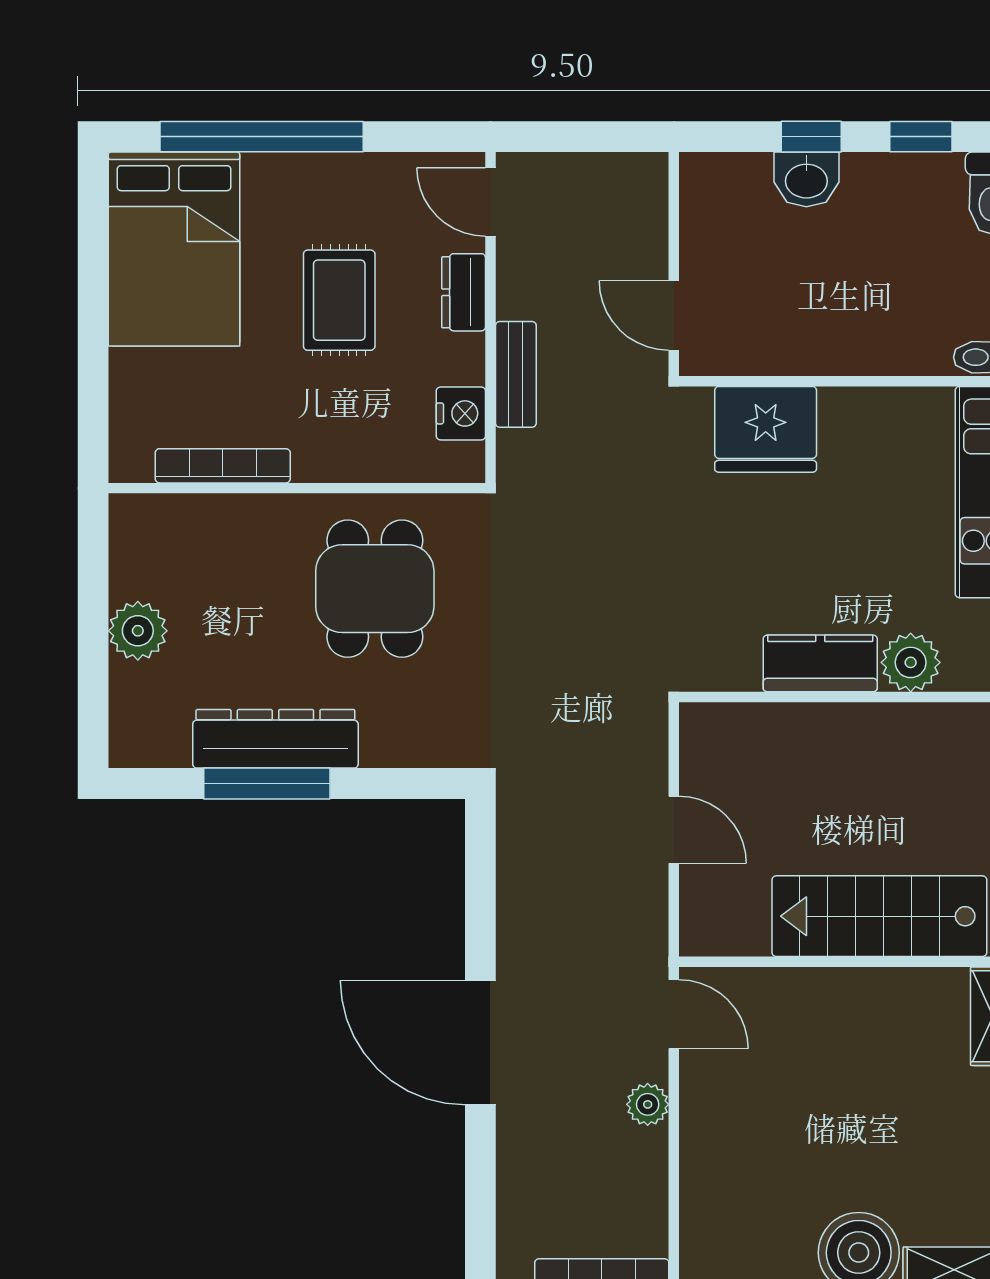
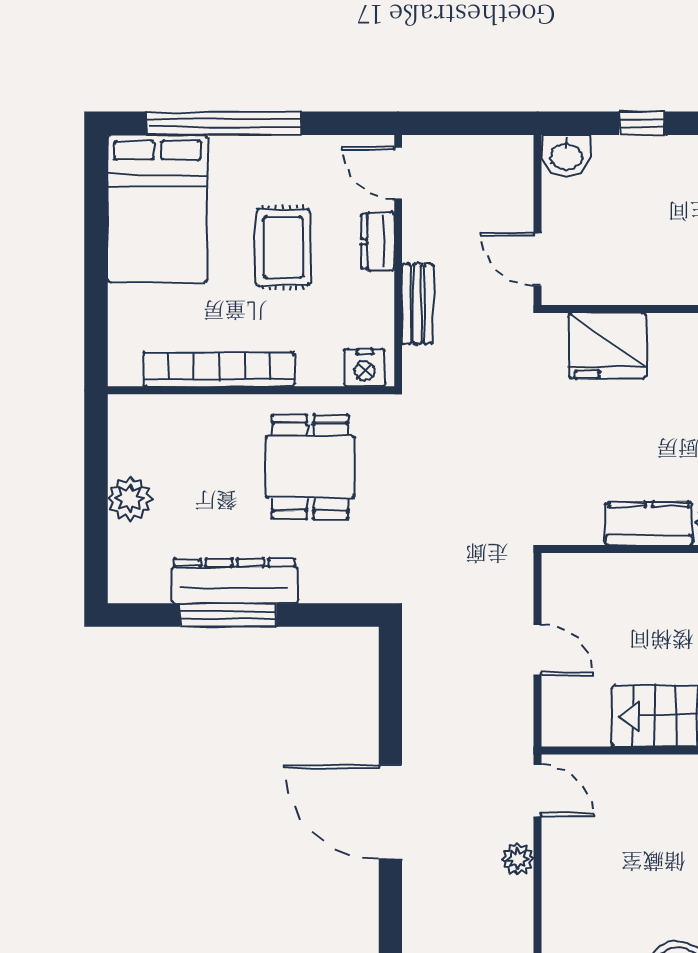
washbasin: (806, 179) -> (566, 156), moved
nightstand: (461, 413) -> (365, 368), moved, turned 90
bookcase: (223, 466) -> (219, 369), width x1.48, depth x1.31

